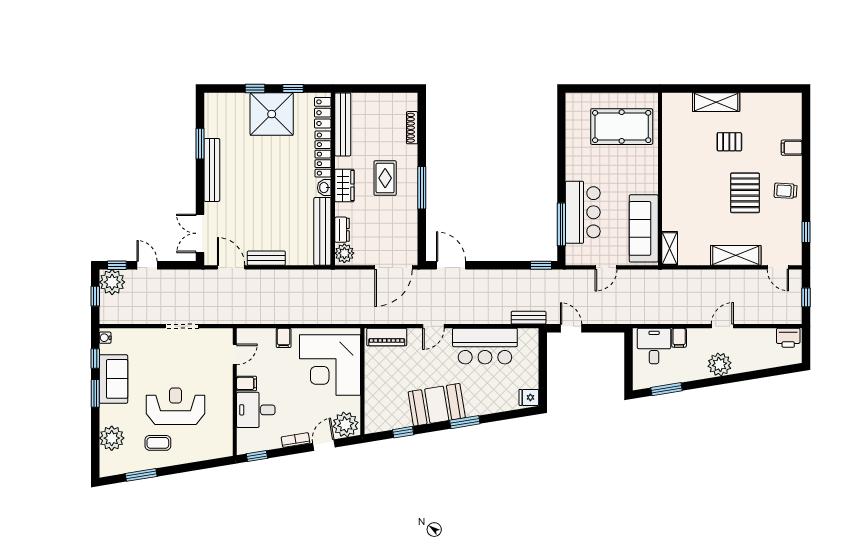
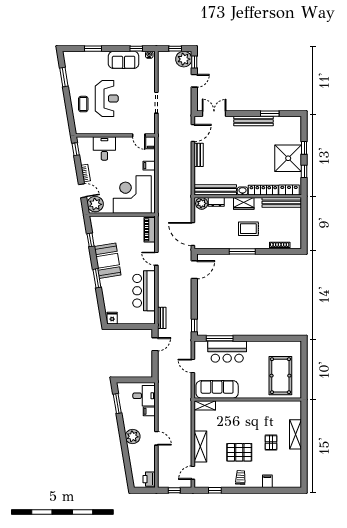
filing cabinet: (247, 383) -> (151, 143), moved
window: (95, 393) -> (93, 49), moved
plant: (112, 438) -> (87, 59), removed
coffee table: (158, 443) -> (83, 104), moved

